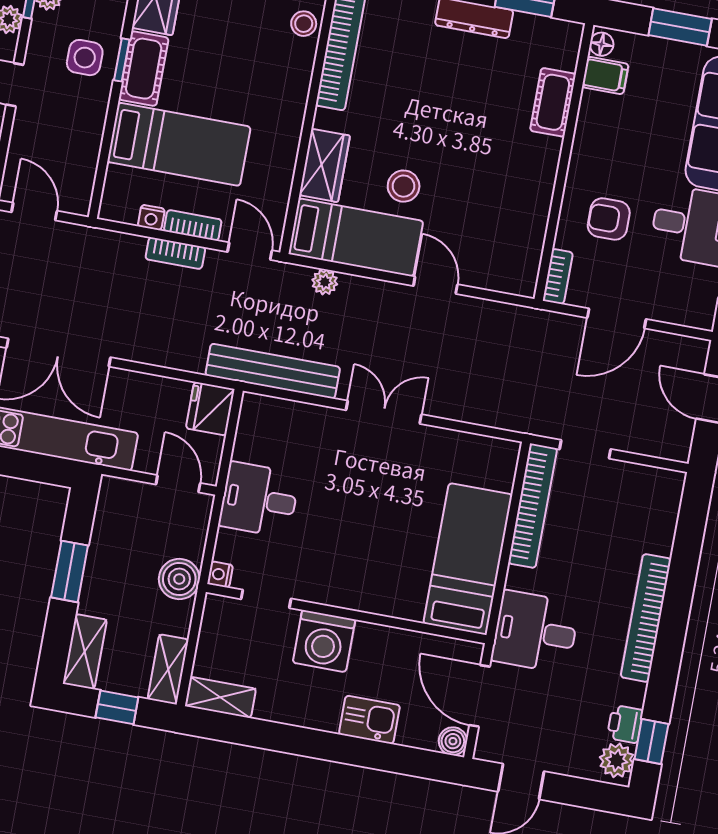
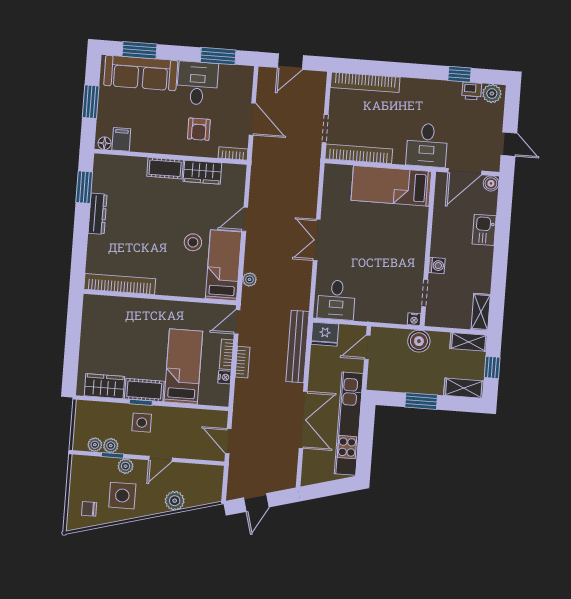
stool: (304, 24) -> (111, 306), removed
cot: (553, 102) -> (165, 168), moved
wardrobe: (325, 165) -> (202, 172), moved, turned 180
door: (34, 212) -> (228, 441), hinge flipped
bench: (273, 371) -> (298, 347), moved
desk: (259, 500) -> (336, 300), moved
bookcase: (646, 618) -> (365, 82), moved
washing machine: (324, 641) -> (437, 265), width x0.53, depth x0.53
window: (651, 742) -> (459, 74), moved

